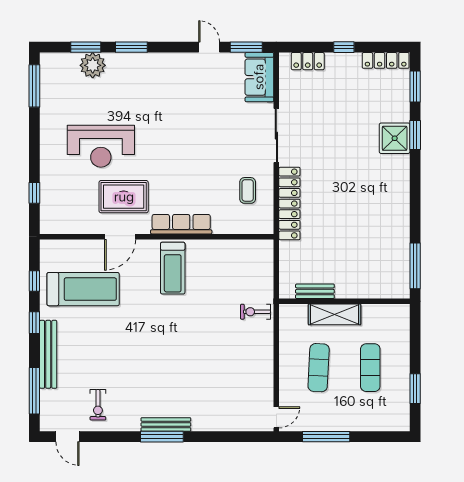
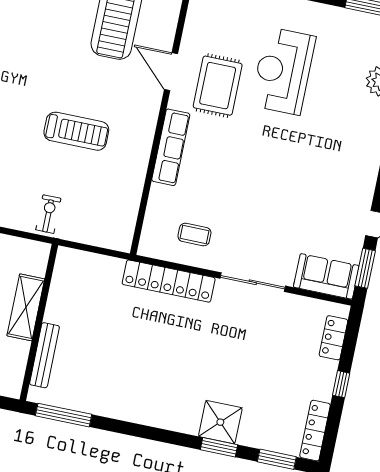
treadmill: (173, 268) -> (76, 131), moved, turned 180
bench: (315, 291) -> (44, 355), moved, width x1.36

